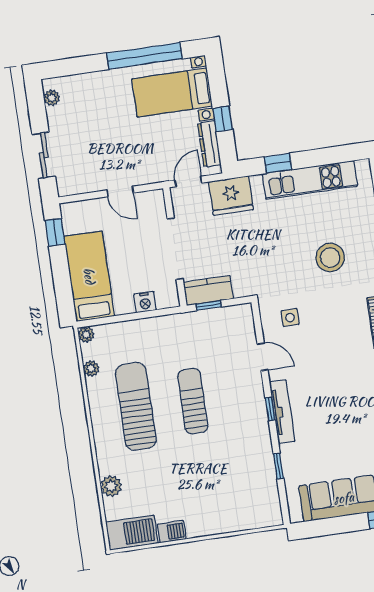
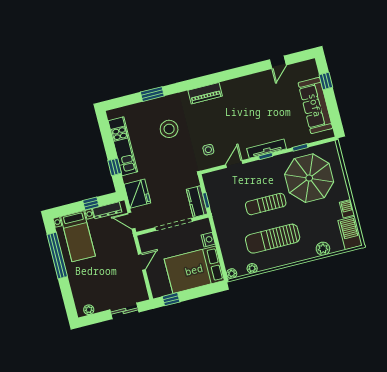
bed: (89, 276) -> (194, 270), width x1.50
parasol: (227, 476) -> (309, 178), added

